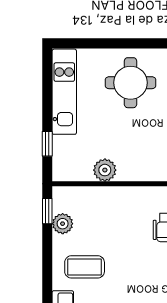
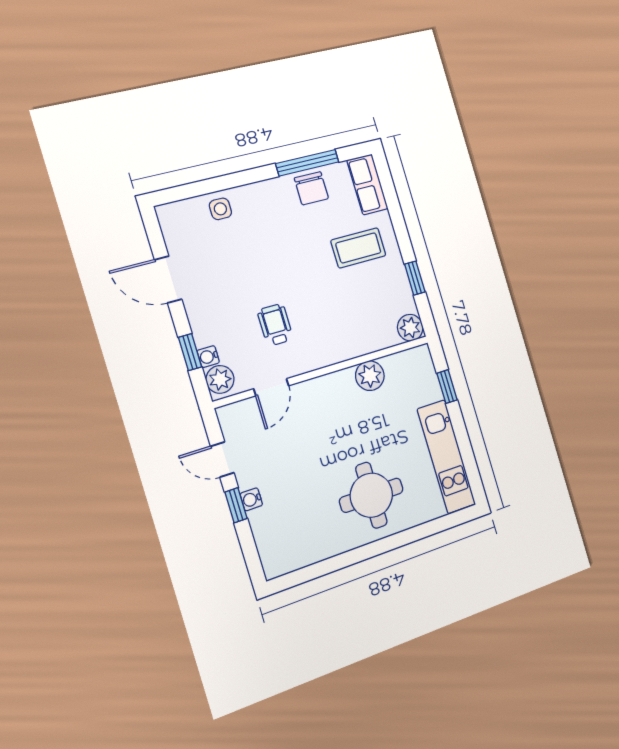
window: (47, 211) -> (415, 278), moved
plant: (63, 224) -> (410, 328), moved

